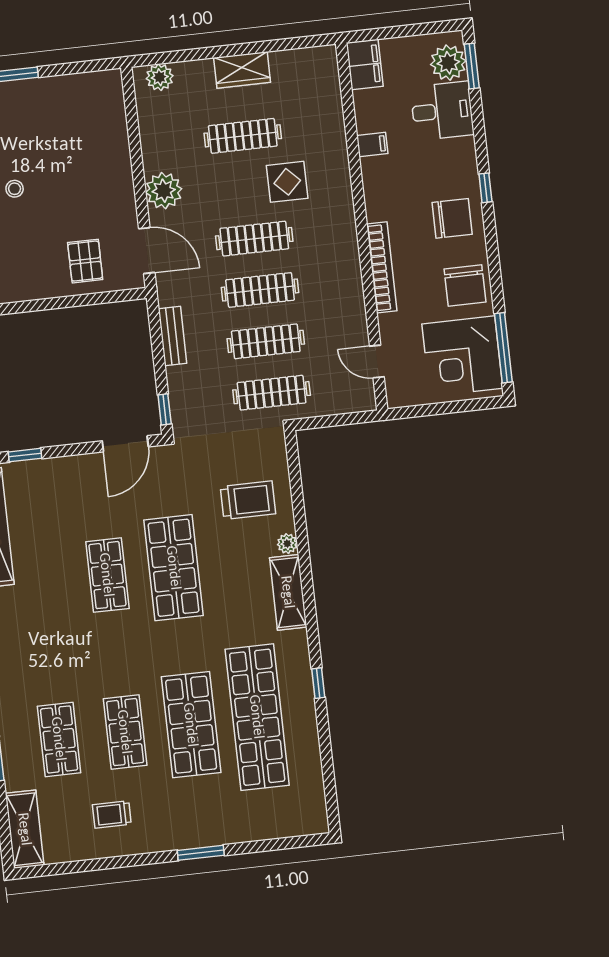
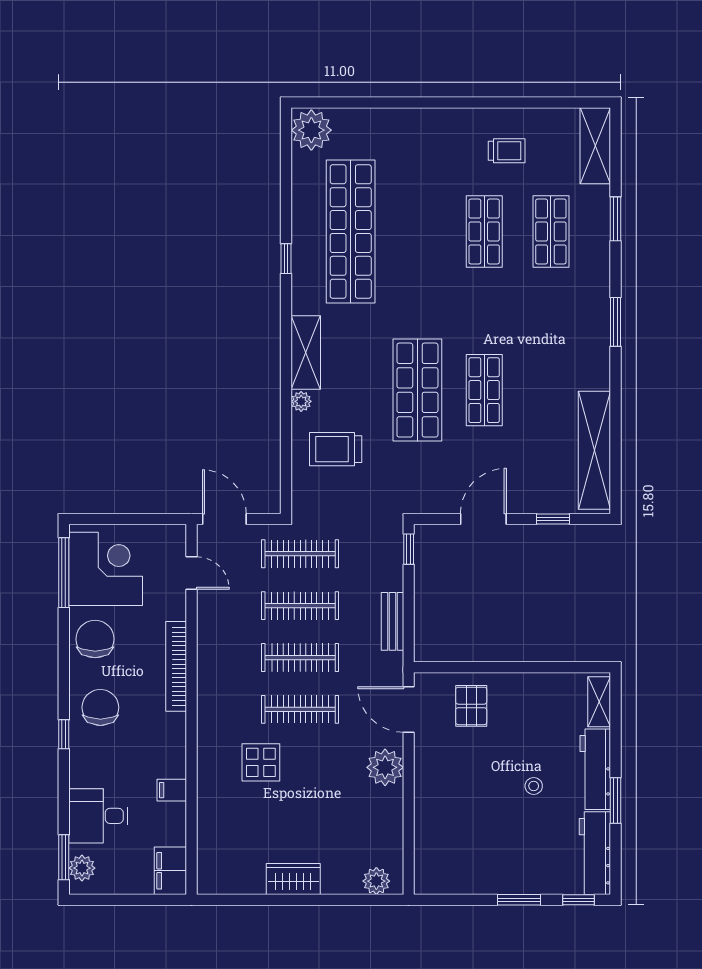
plant: (448, 63) -> (82, 868), width x0.73, depth x0.73
clothes rail: (243, 136) -> (300, 813), removed
chair: (452, 218) -> (100, 707), turned 90
door: (350, 419) -> (224, 519), added
door: (125, 444) -> (483, 519), moved
shop shelf: (191, 725) -> (417, 232), removed
plant: (307, 813) -> (311, 130), added
window: (201, 853) -> (422, 103), removed

